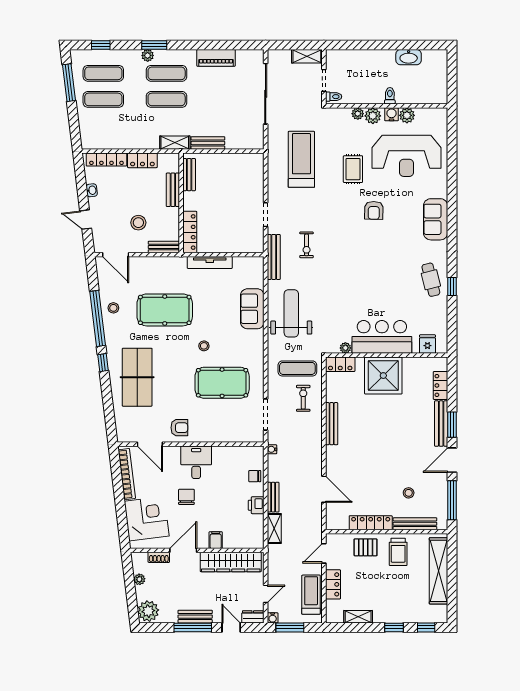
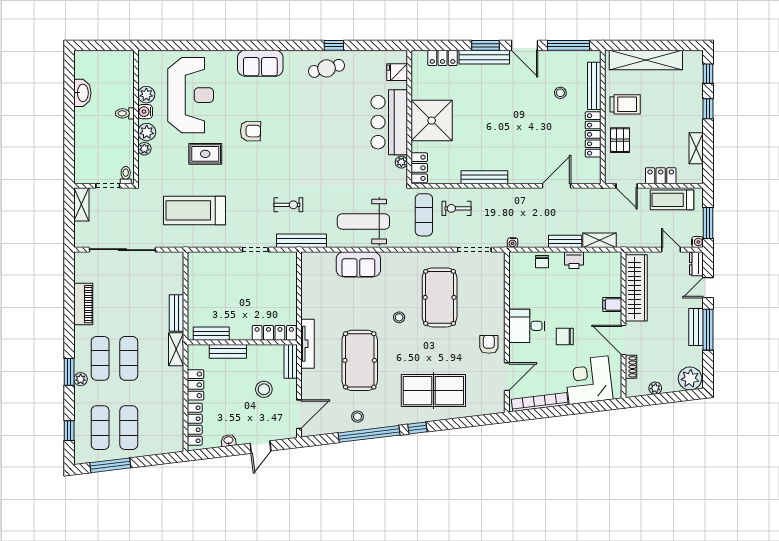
tv unit: (210, 262) -> (308, 344), moved

